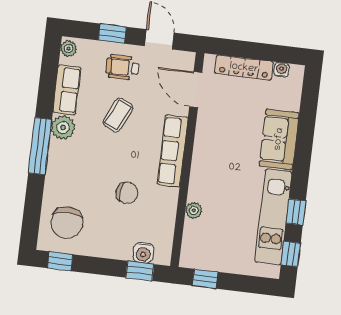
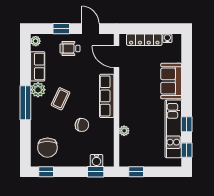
coffee table: (118, 115) -> (61, 99), moved

